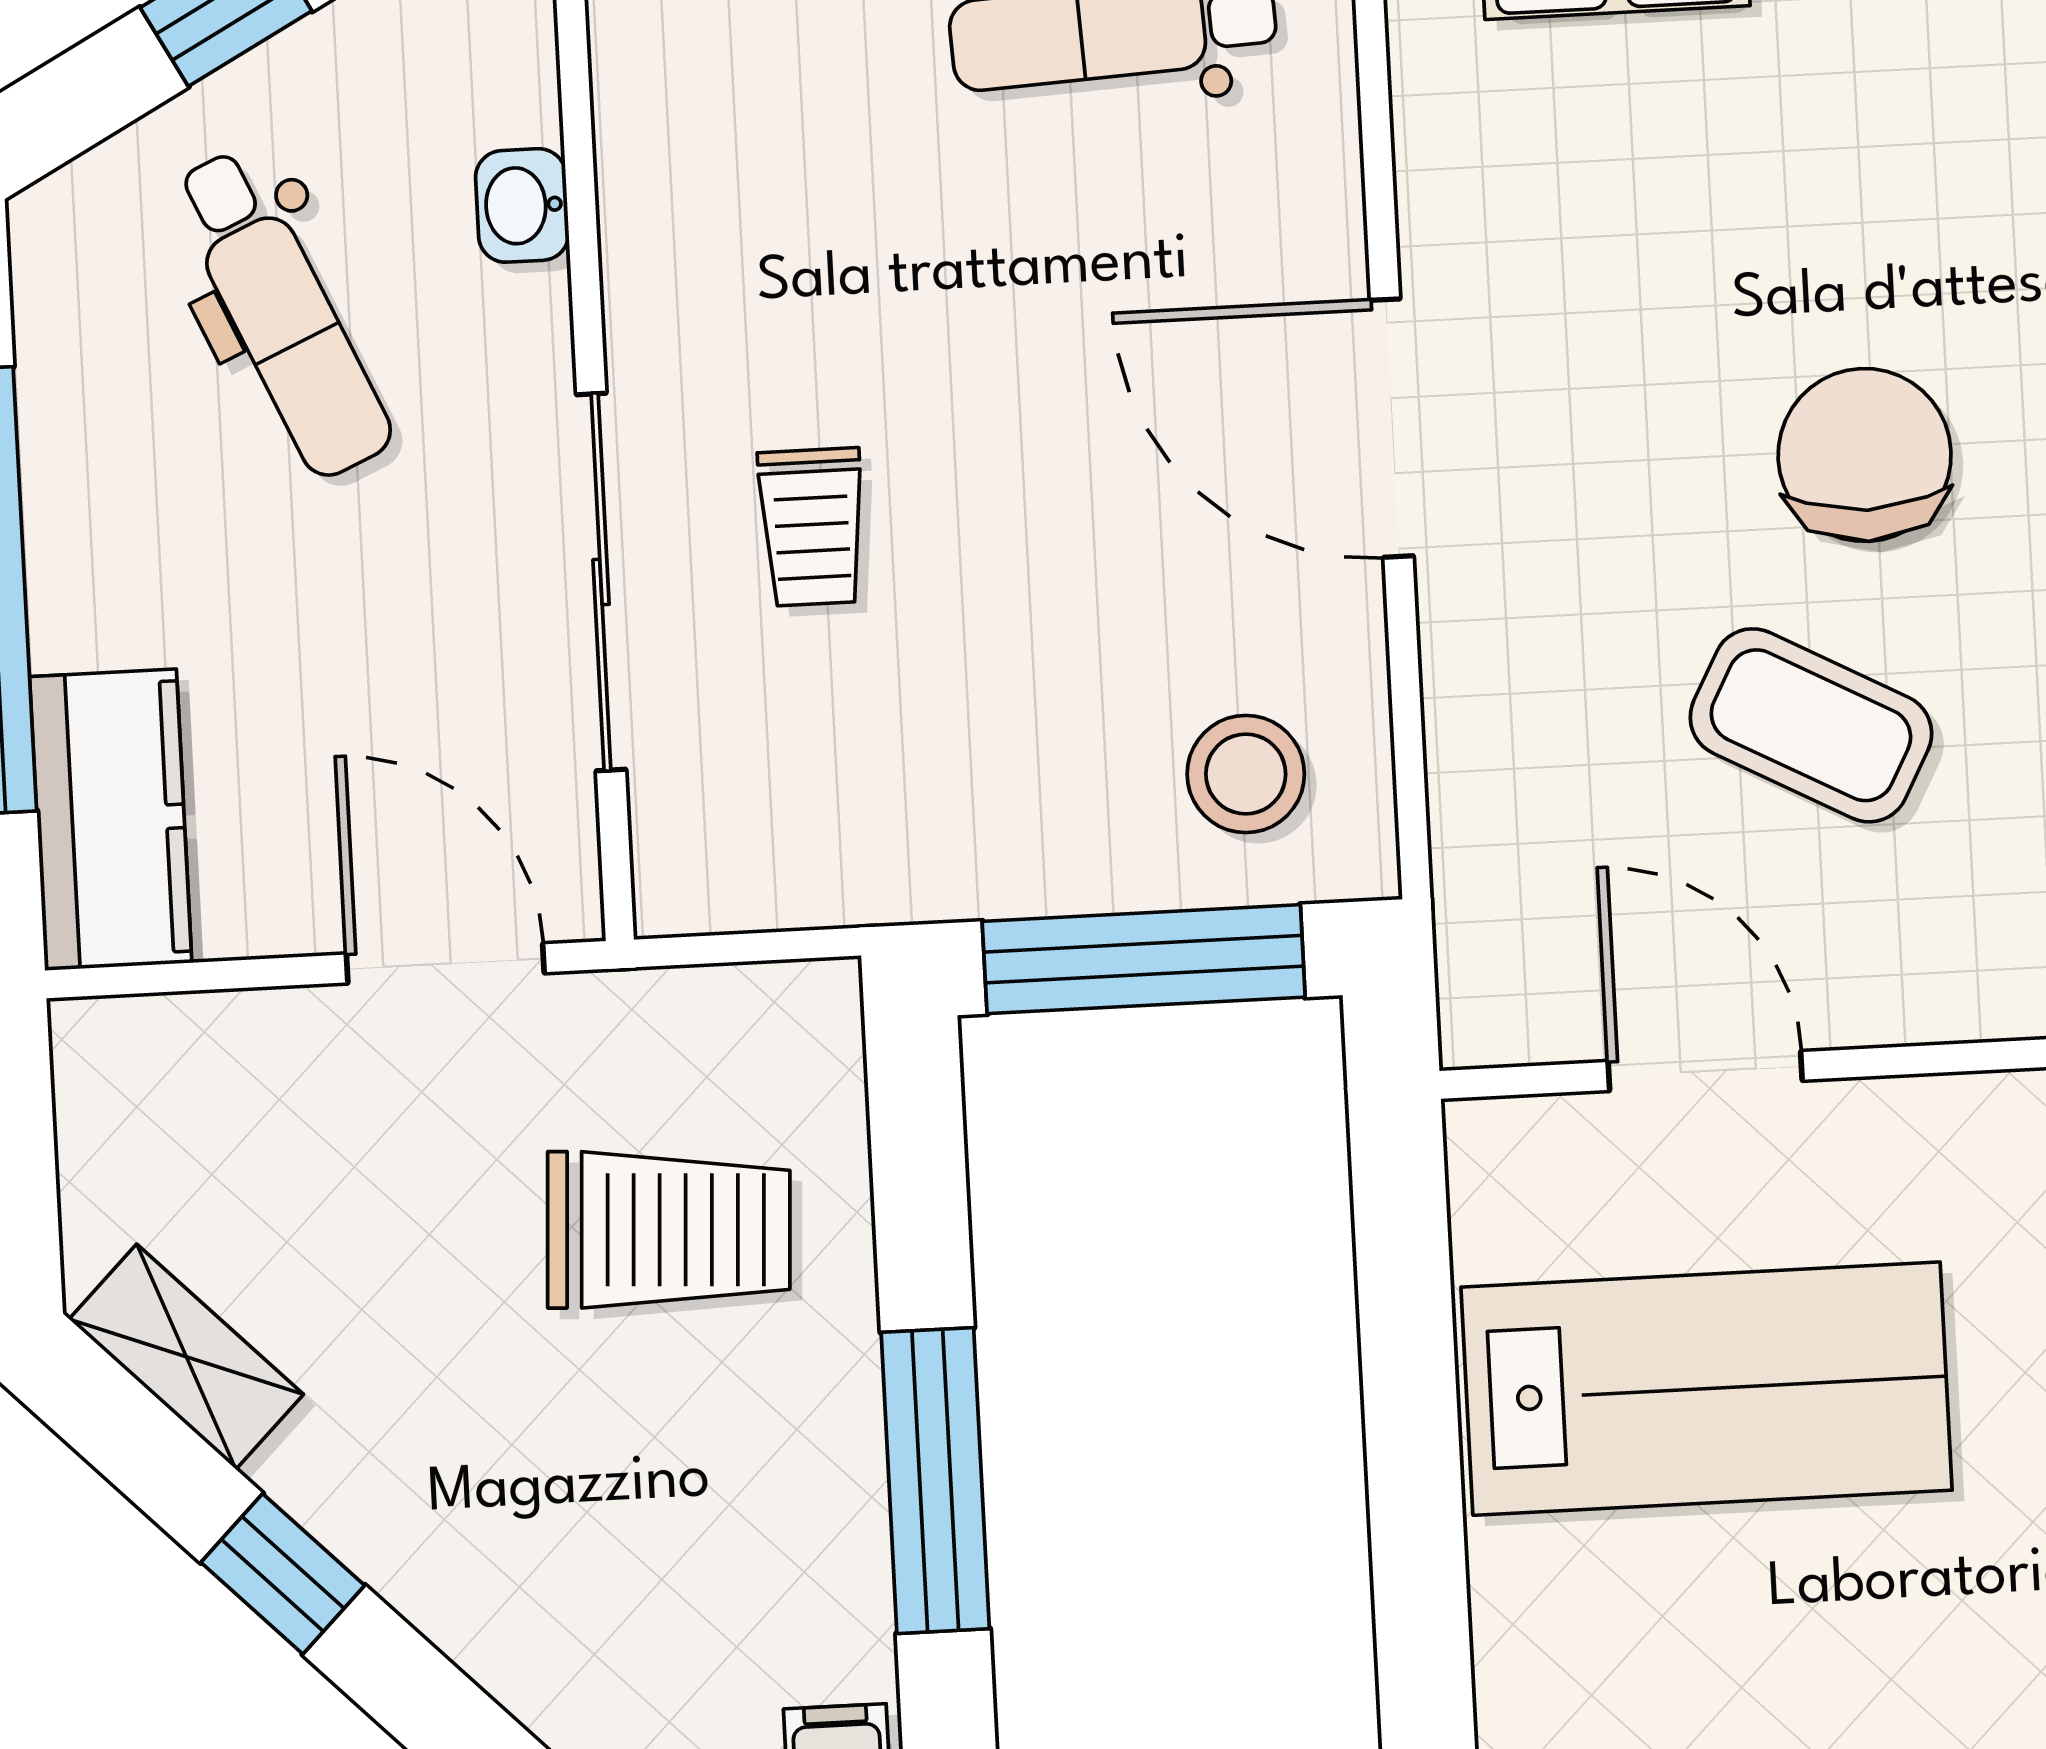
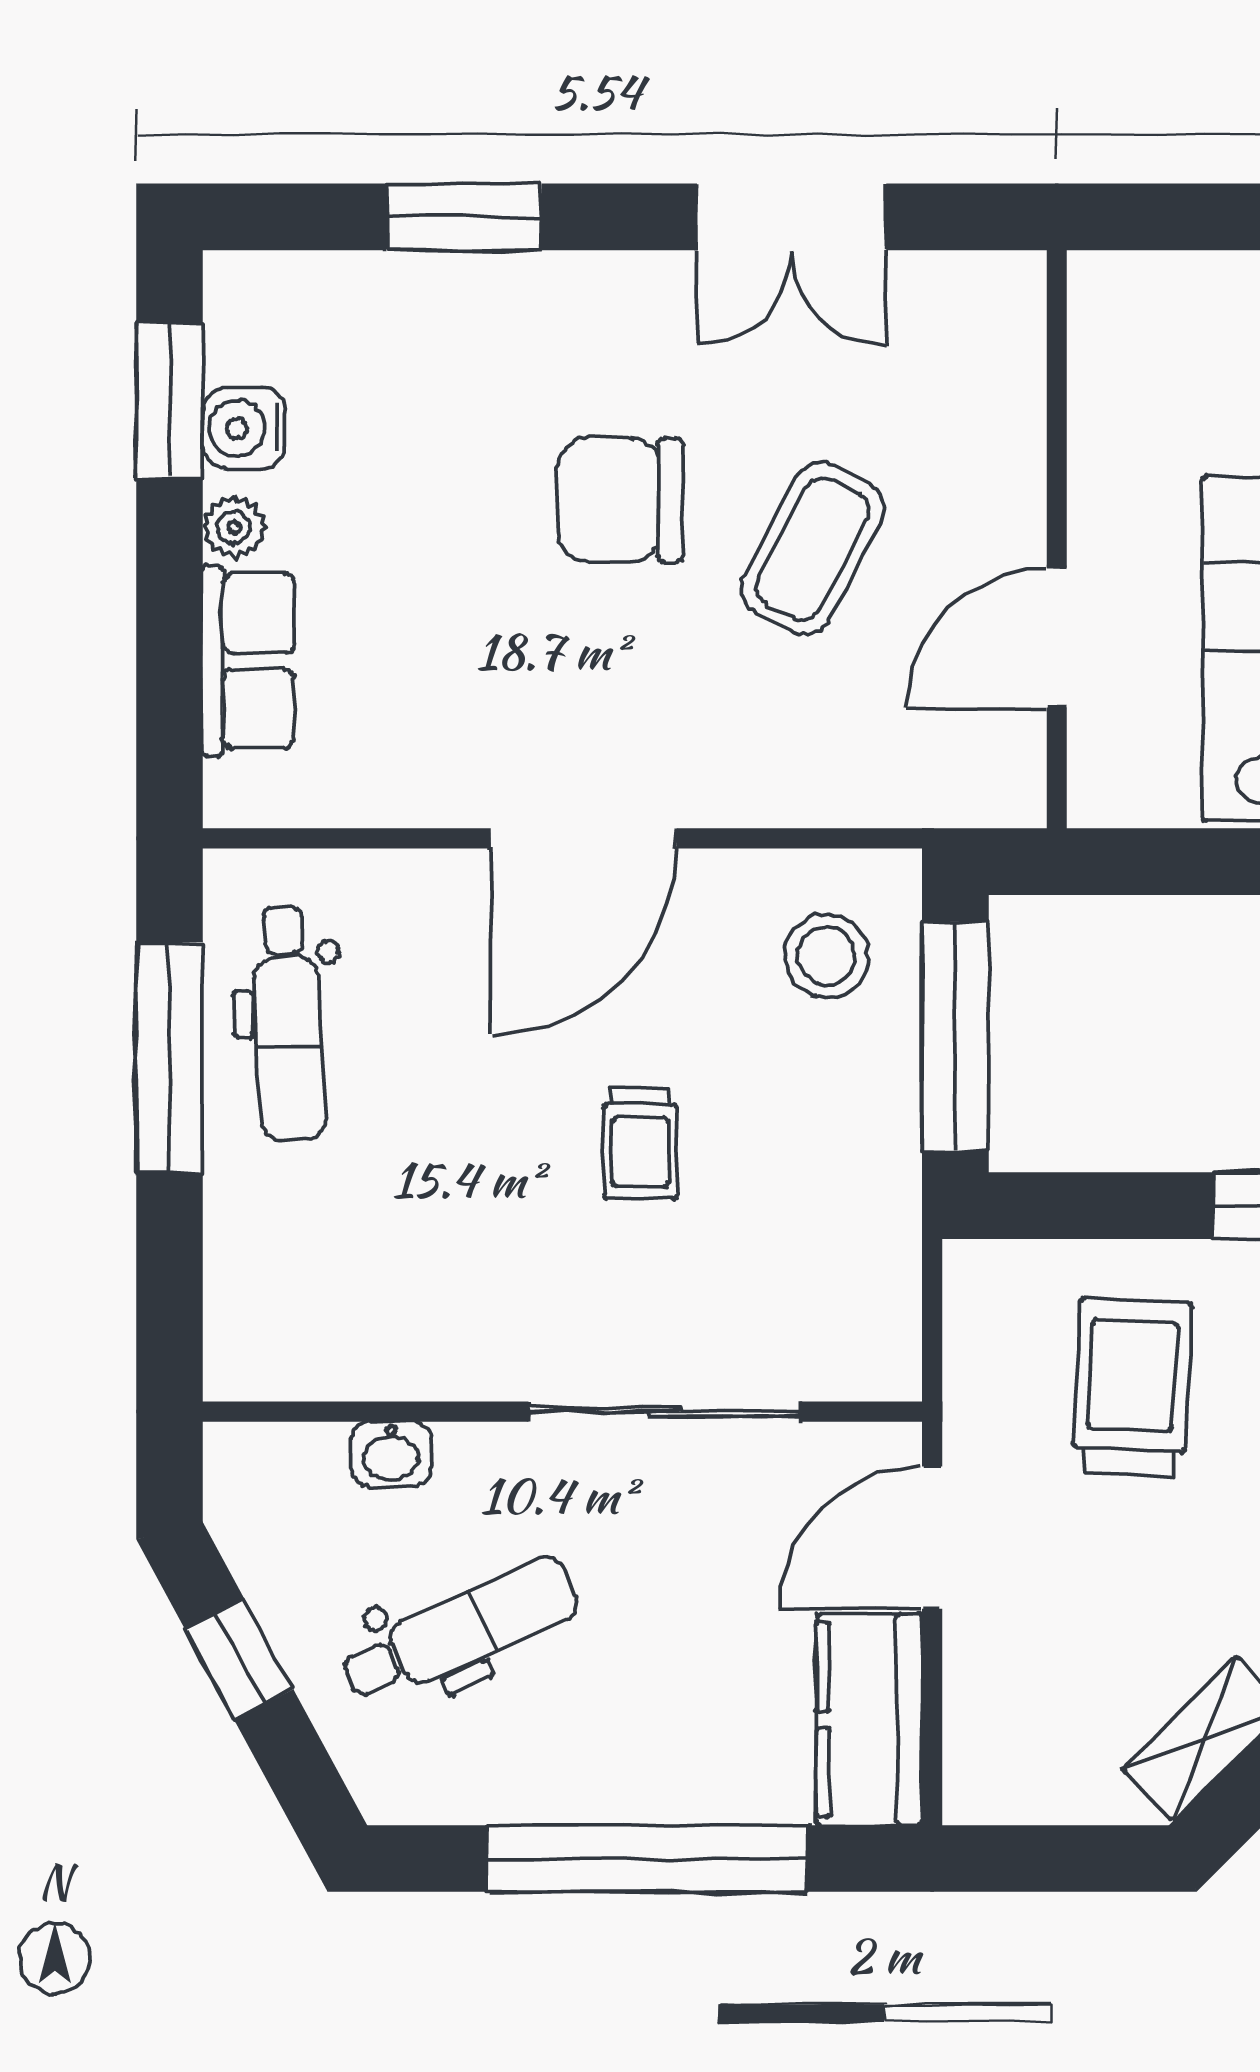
trolley: (812, 527) -> (640, 1144), moved, turned 90
kitchen counter: (111, 820) -> (869, 1720), moved, turned -90

